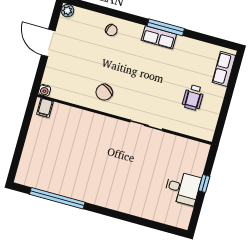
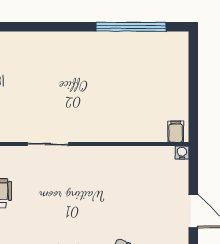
chair: (104, 92) -> (110, 170), removed

